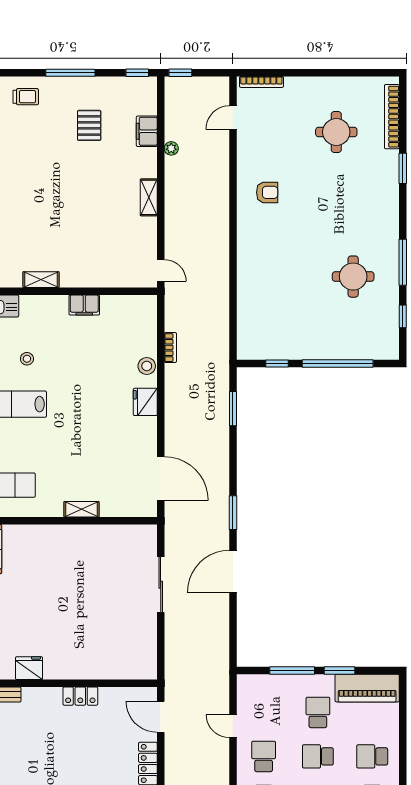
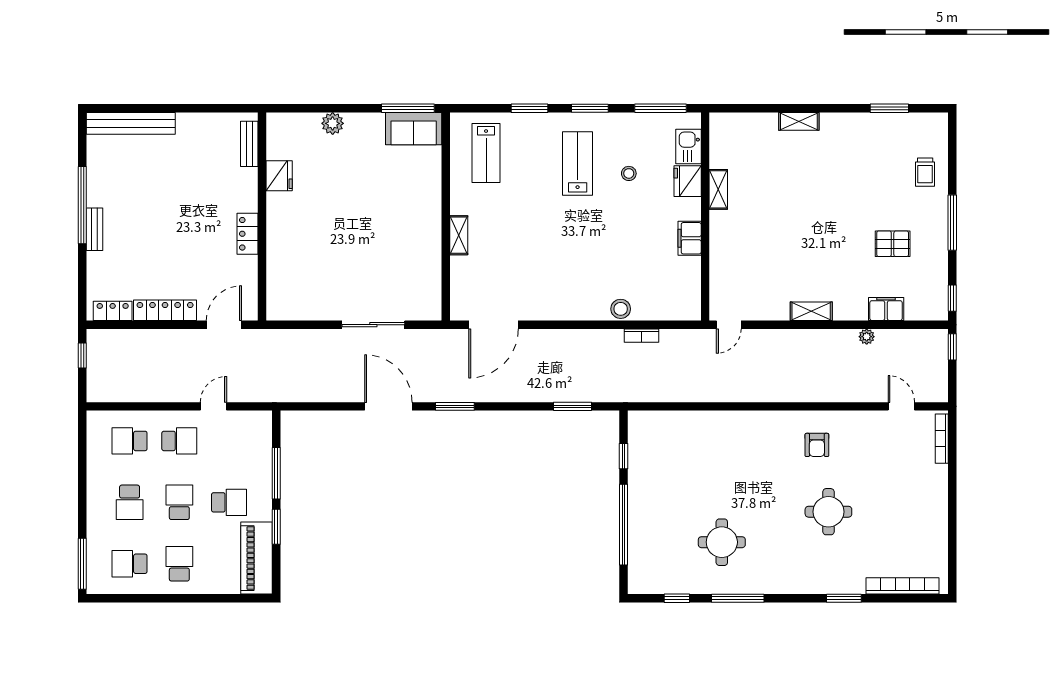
round table: (336, 132) -> (828, 512), moved
fridge: (145, 402) -> (688, 181), moved, turned -90

